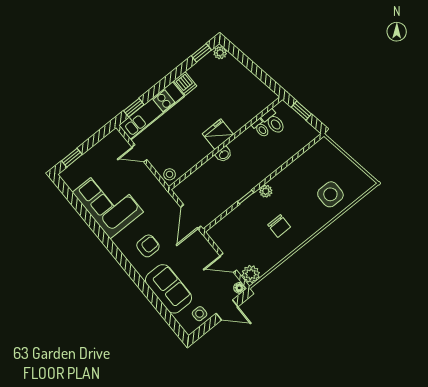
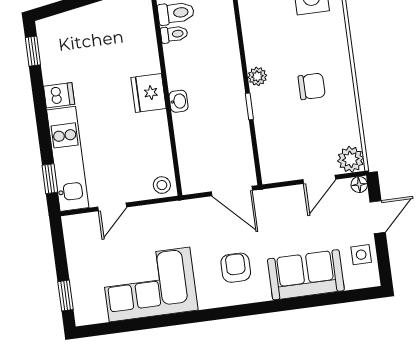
plant: (220, 53) -> (47, 27), removed

